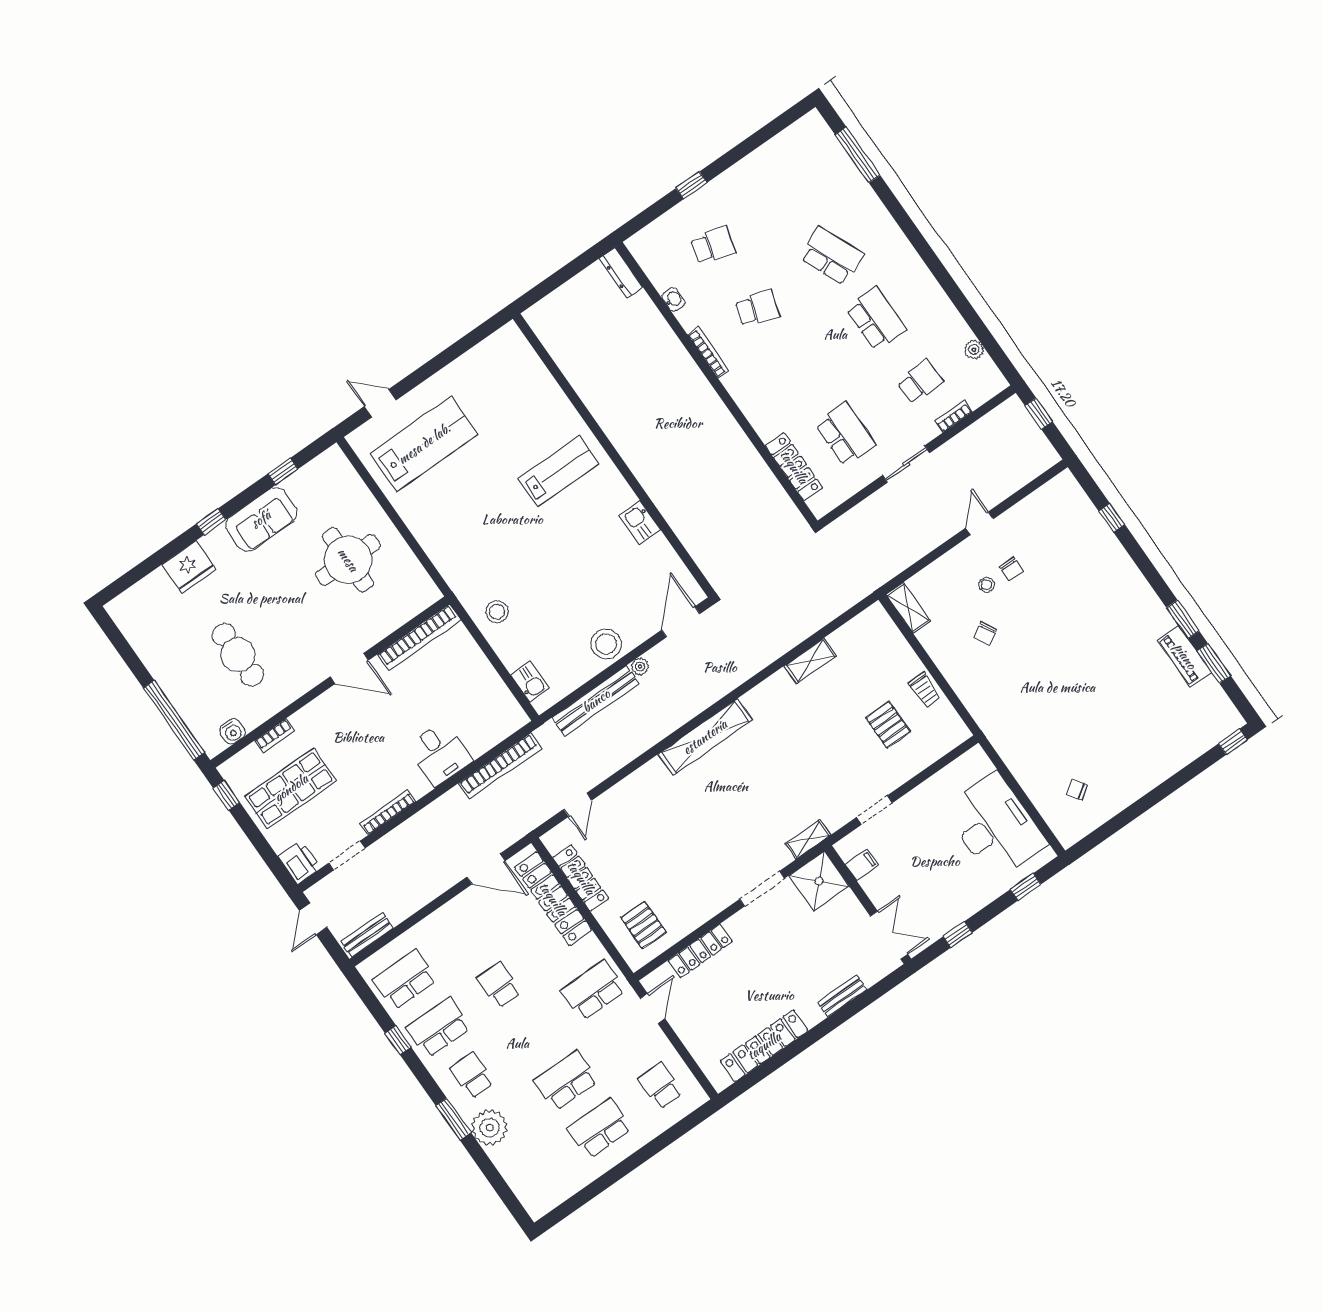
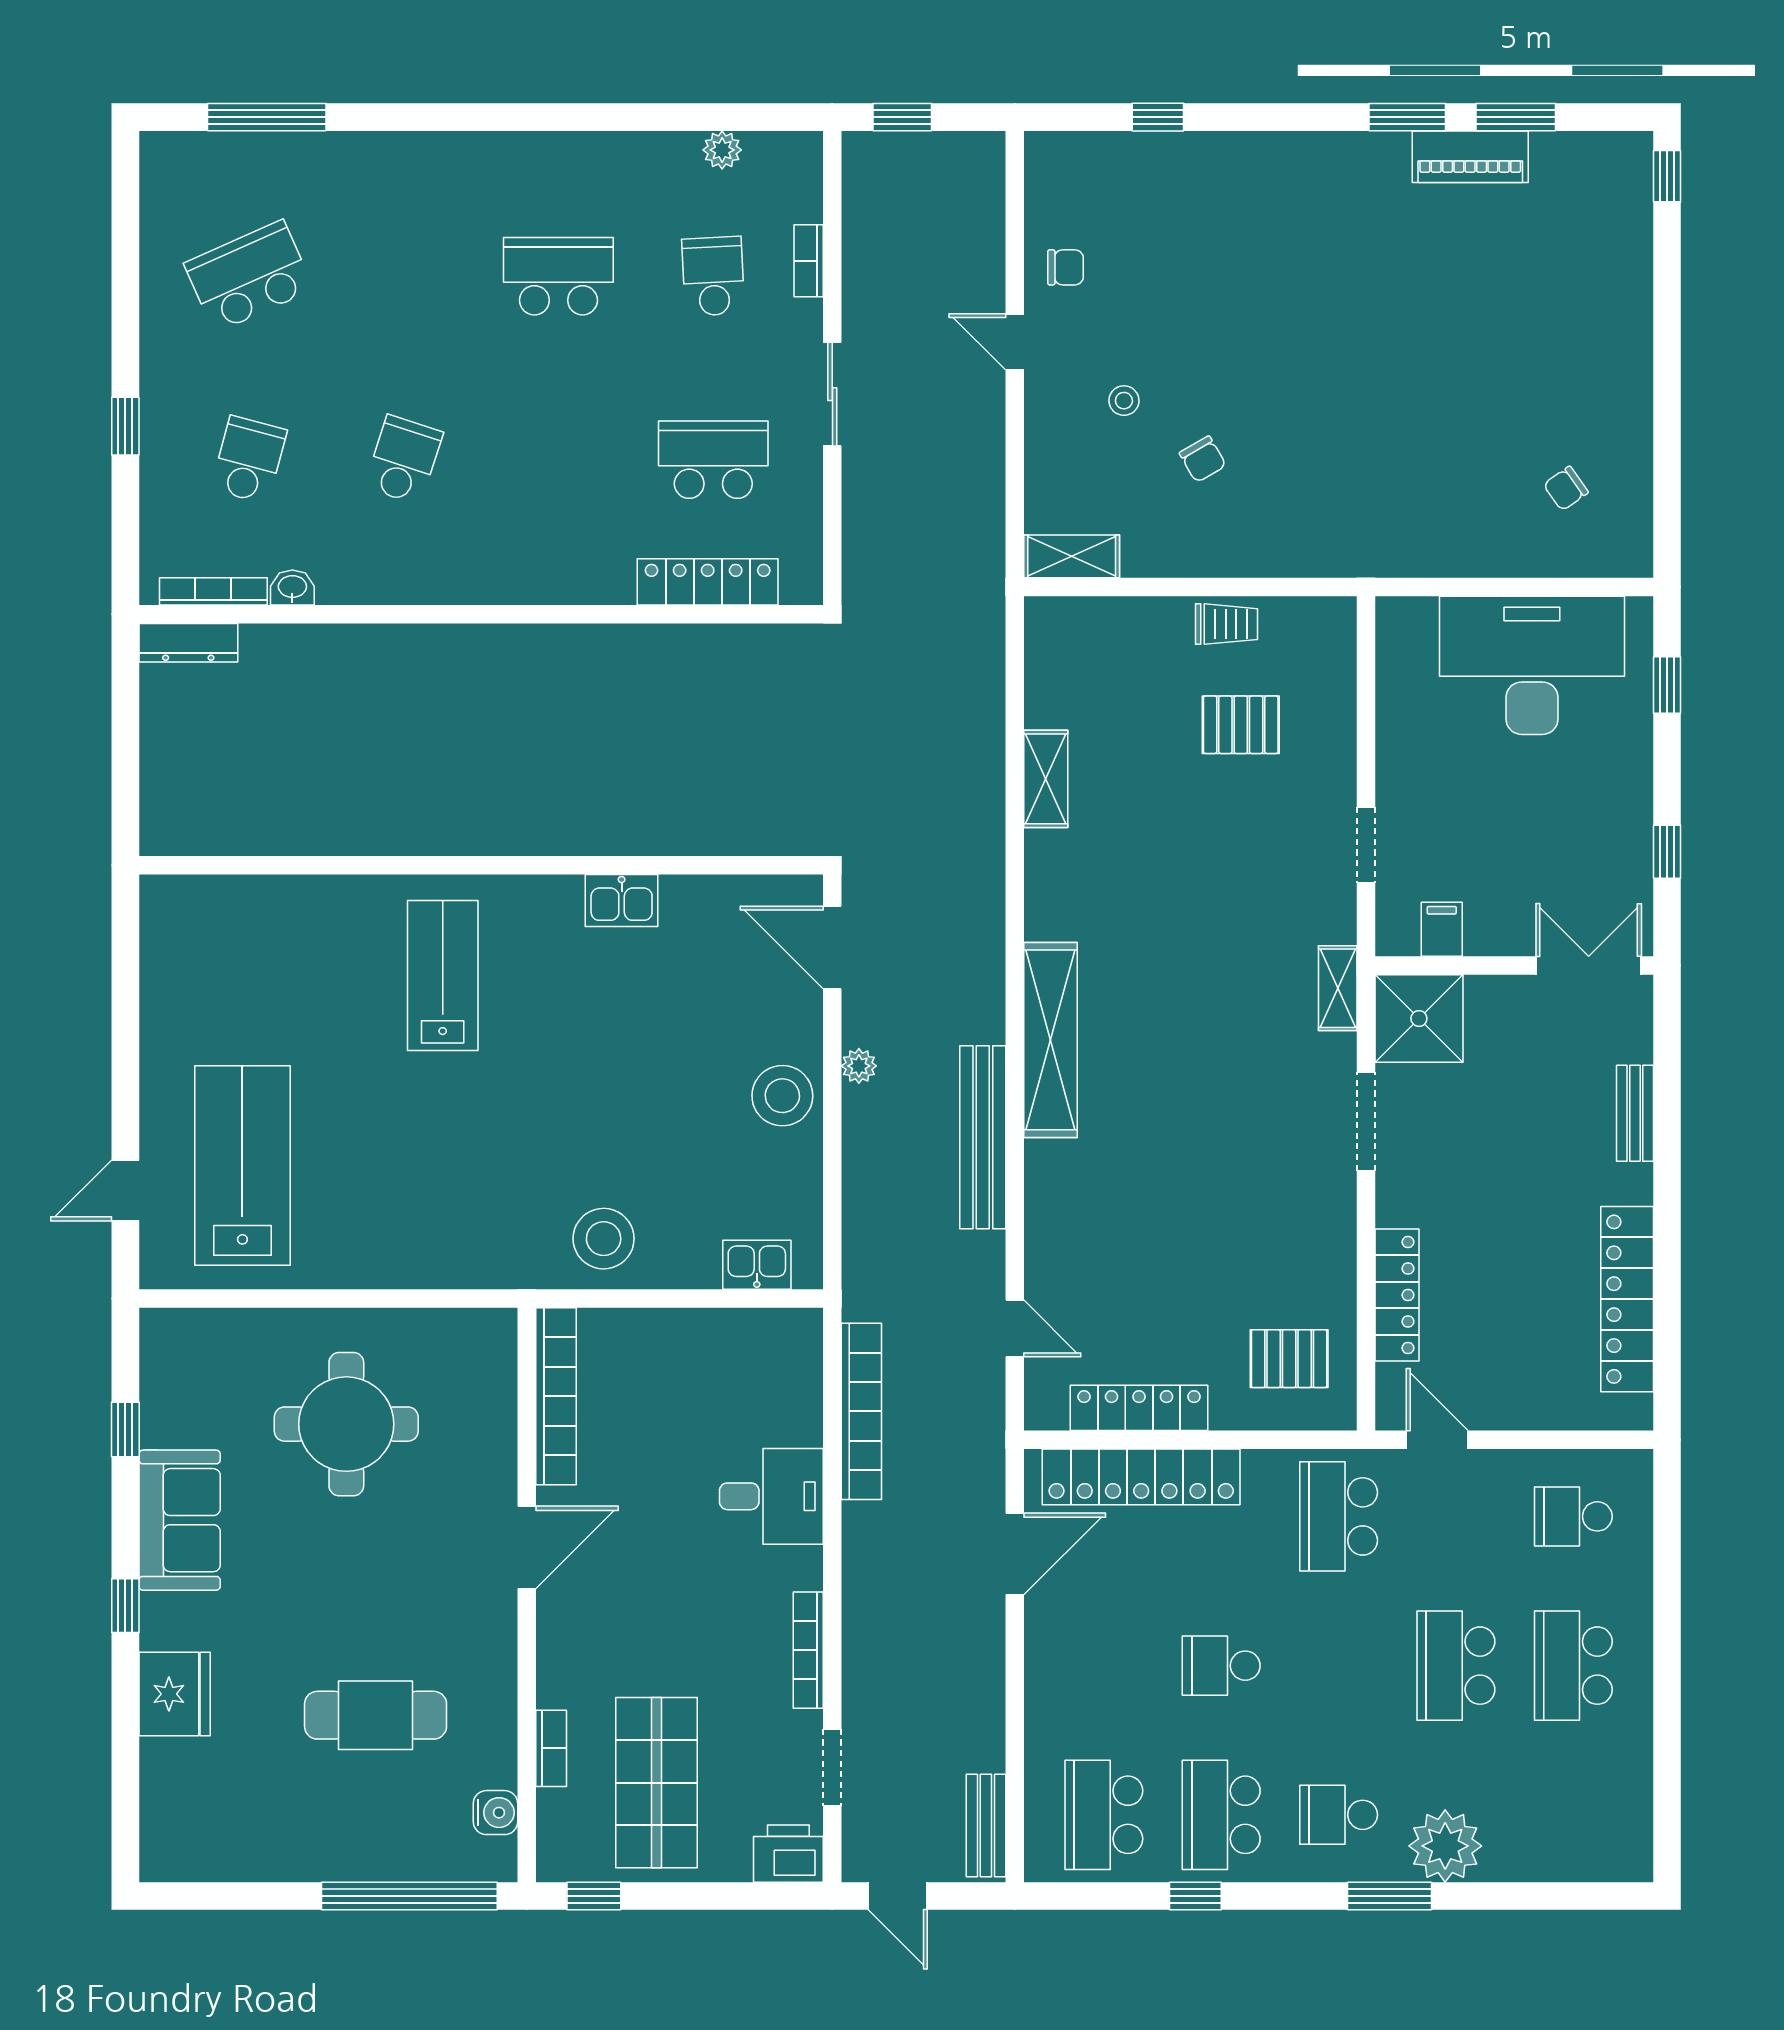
school desk: (832, 256) -> (249, 276), moved
bookcase: (708, 353) -> (213, 591), moved
chair: (1011, 569) -> (1066, 267), moved
stool: (497, 612) -> (604, 1239), width x1.38, depth x1.38
bench: (596, 701) -> (983, 1137), moved

